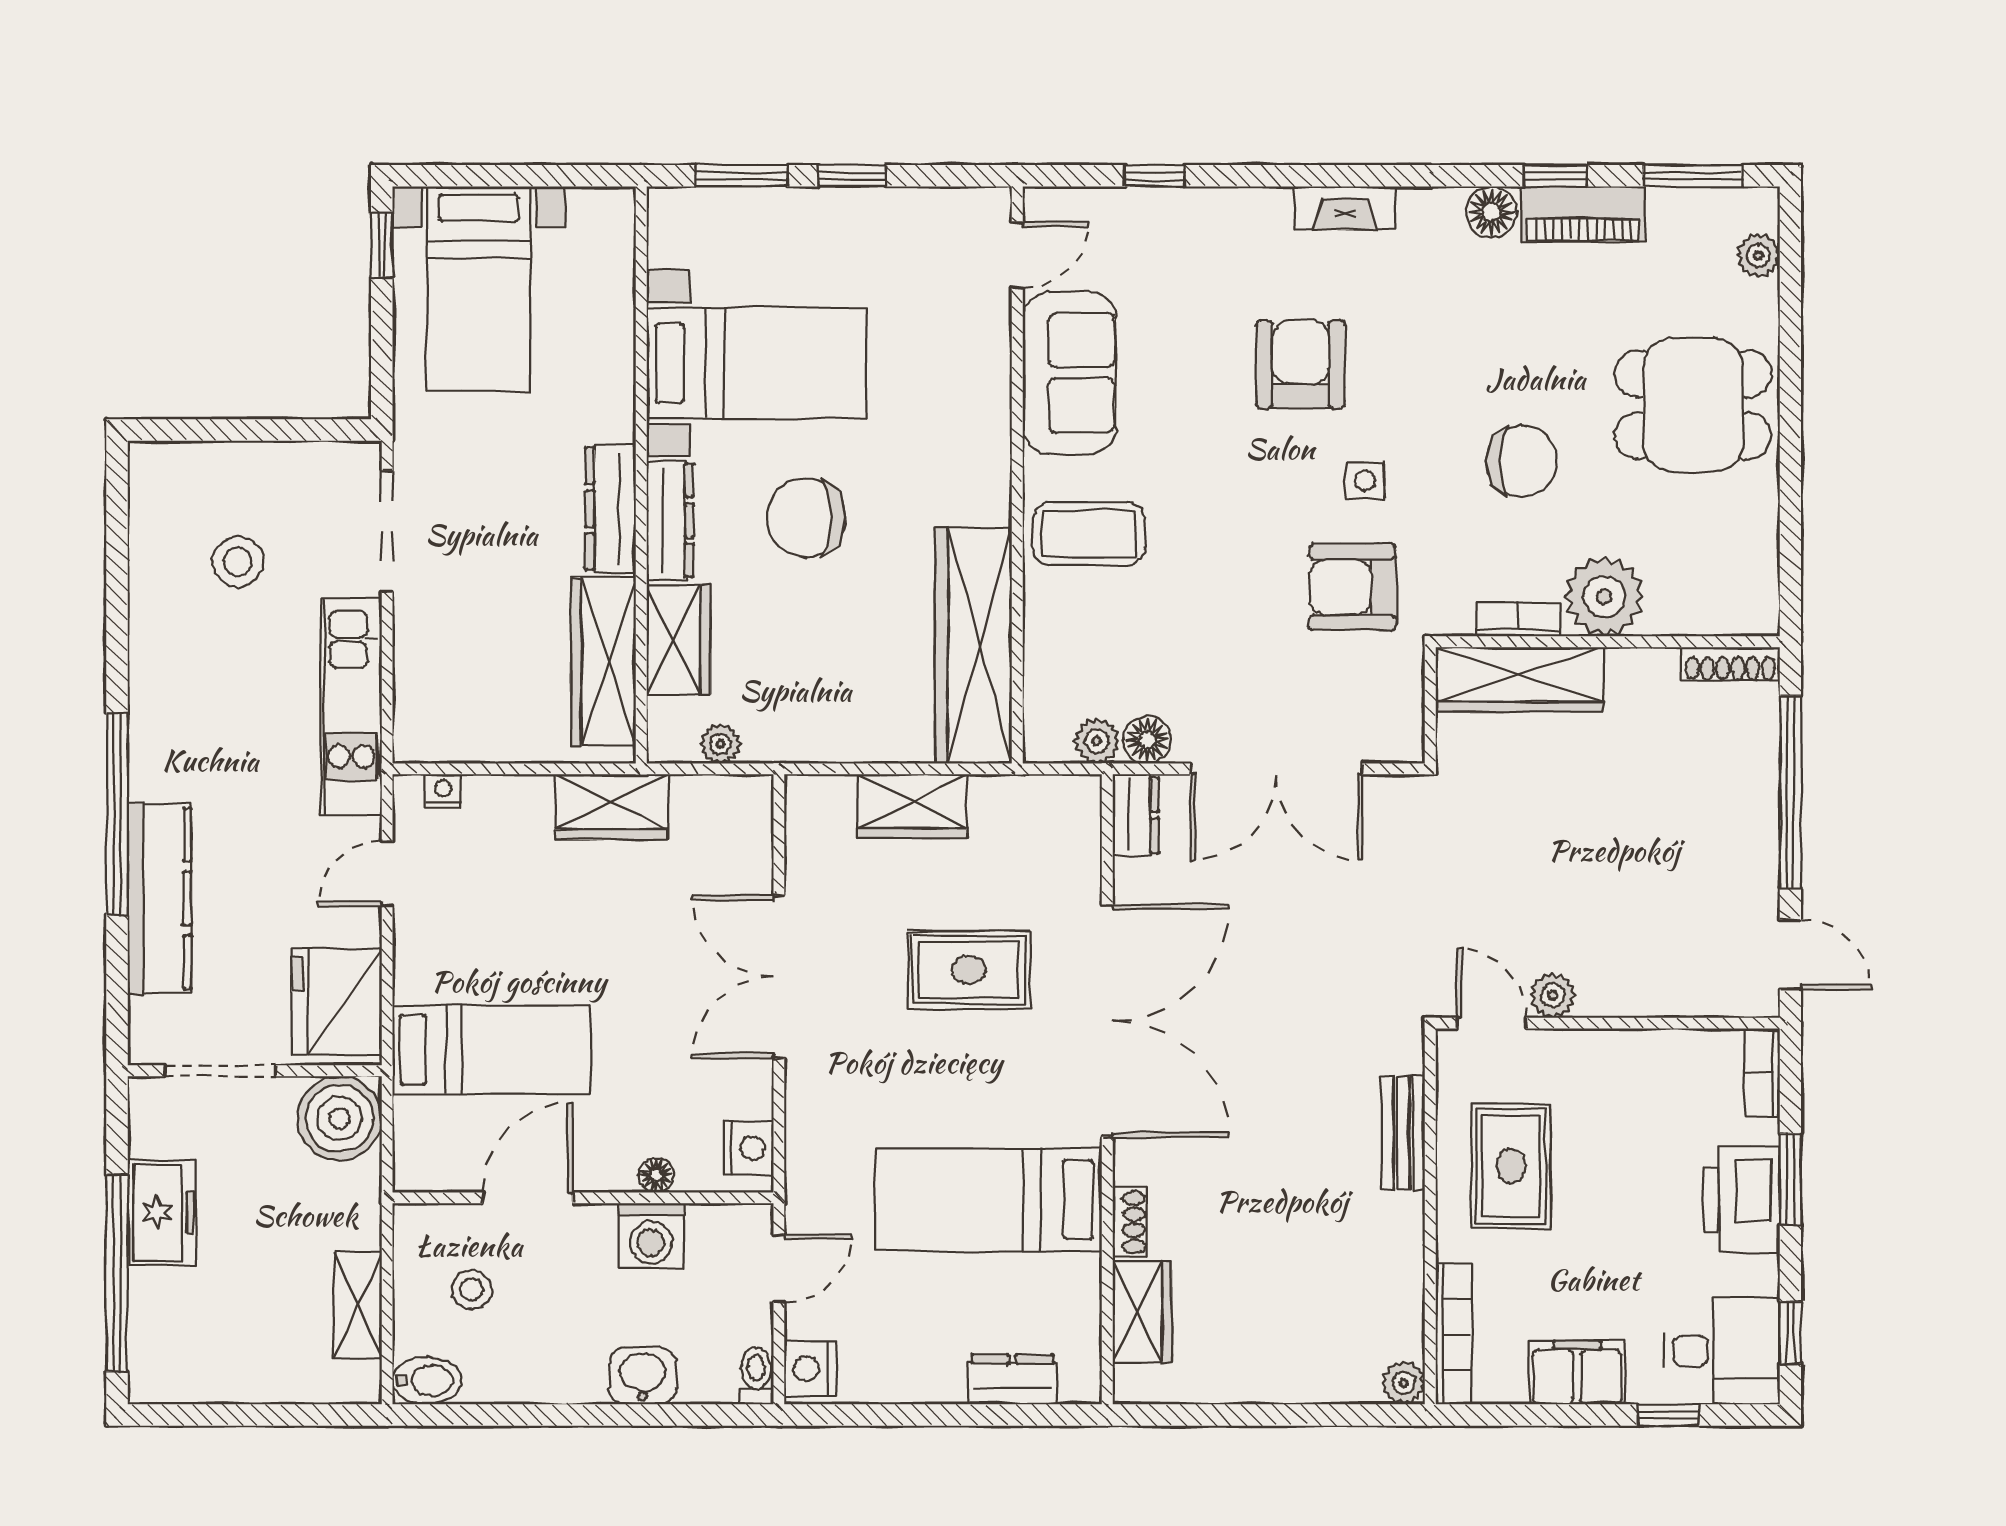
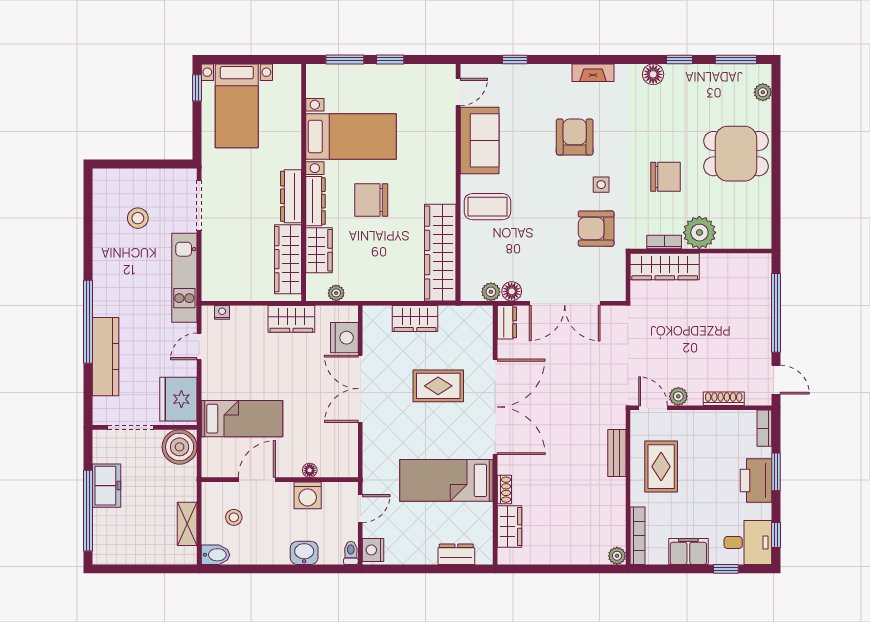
piano: (1583, 214) -> (691, 75), removed
shoe rack: (1730, 664) -> (724, 399), moved, turned 180
nightstand: (749, 1148) -> (344, 338), moved, width x1.36, depth x1.33

